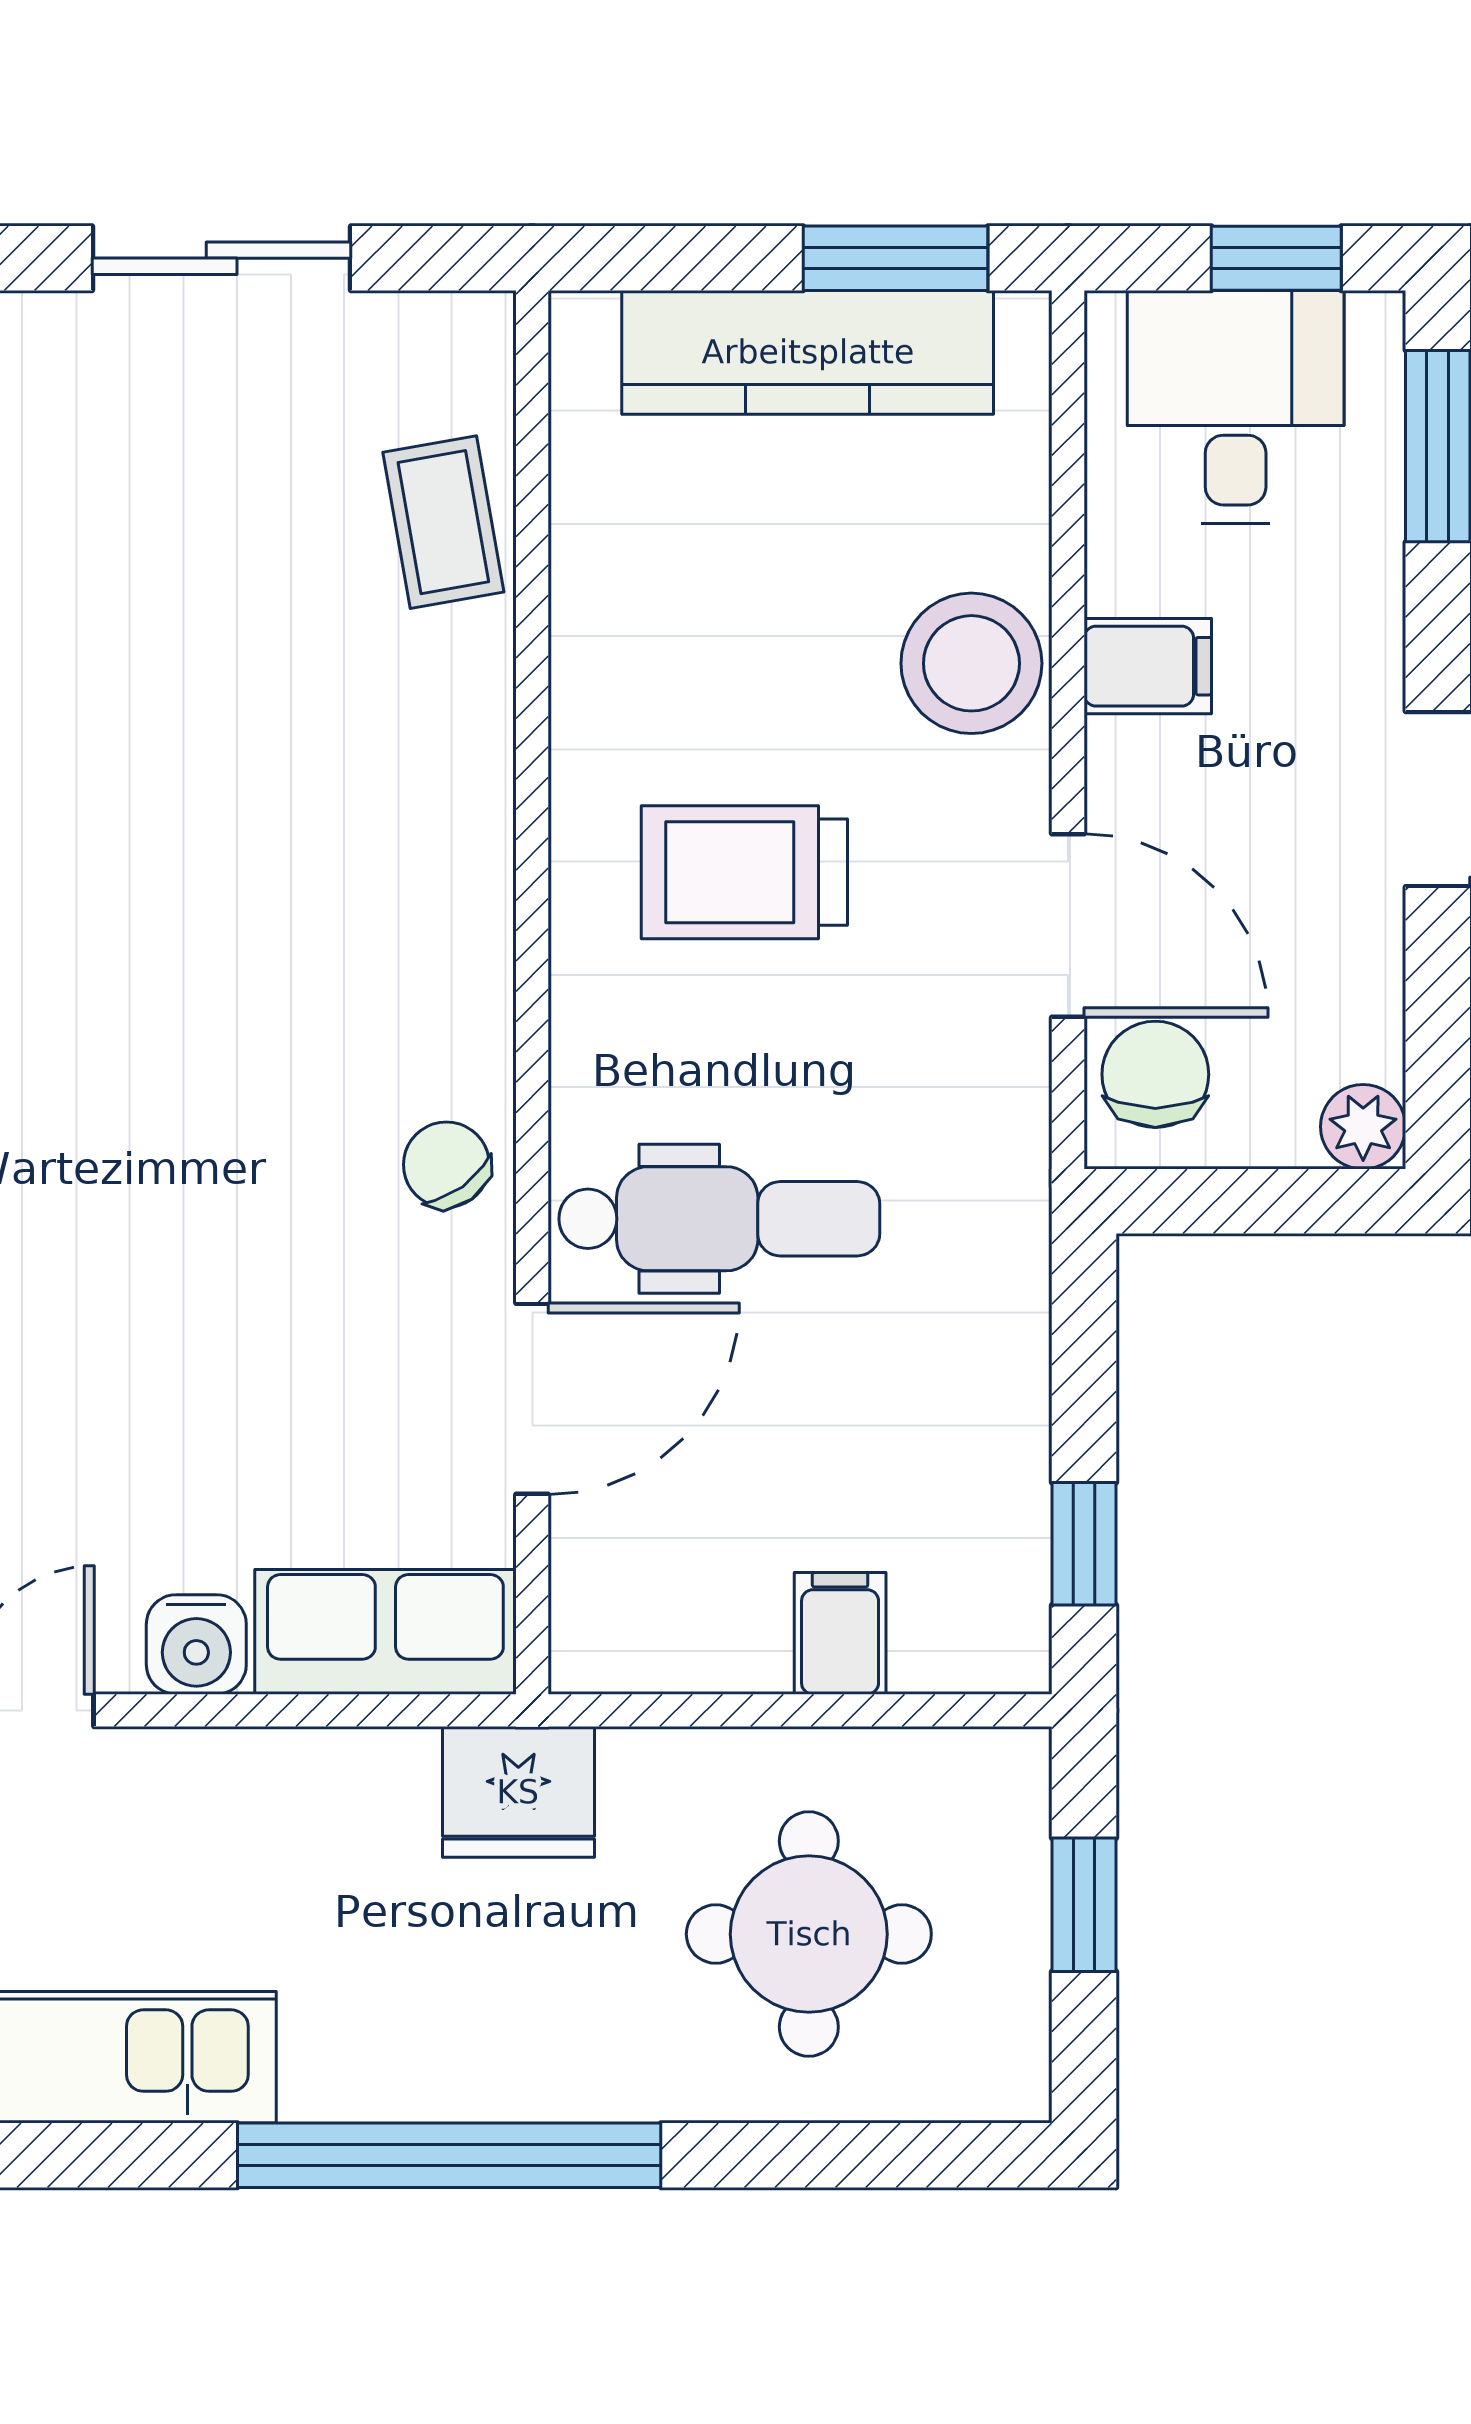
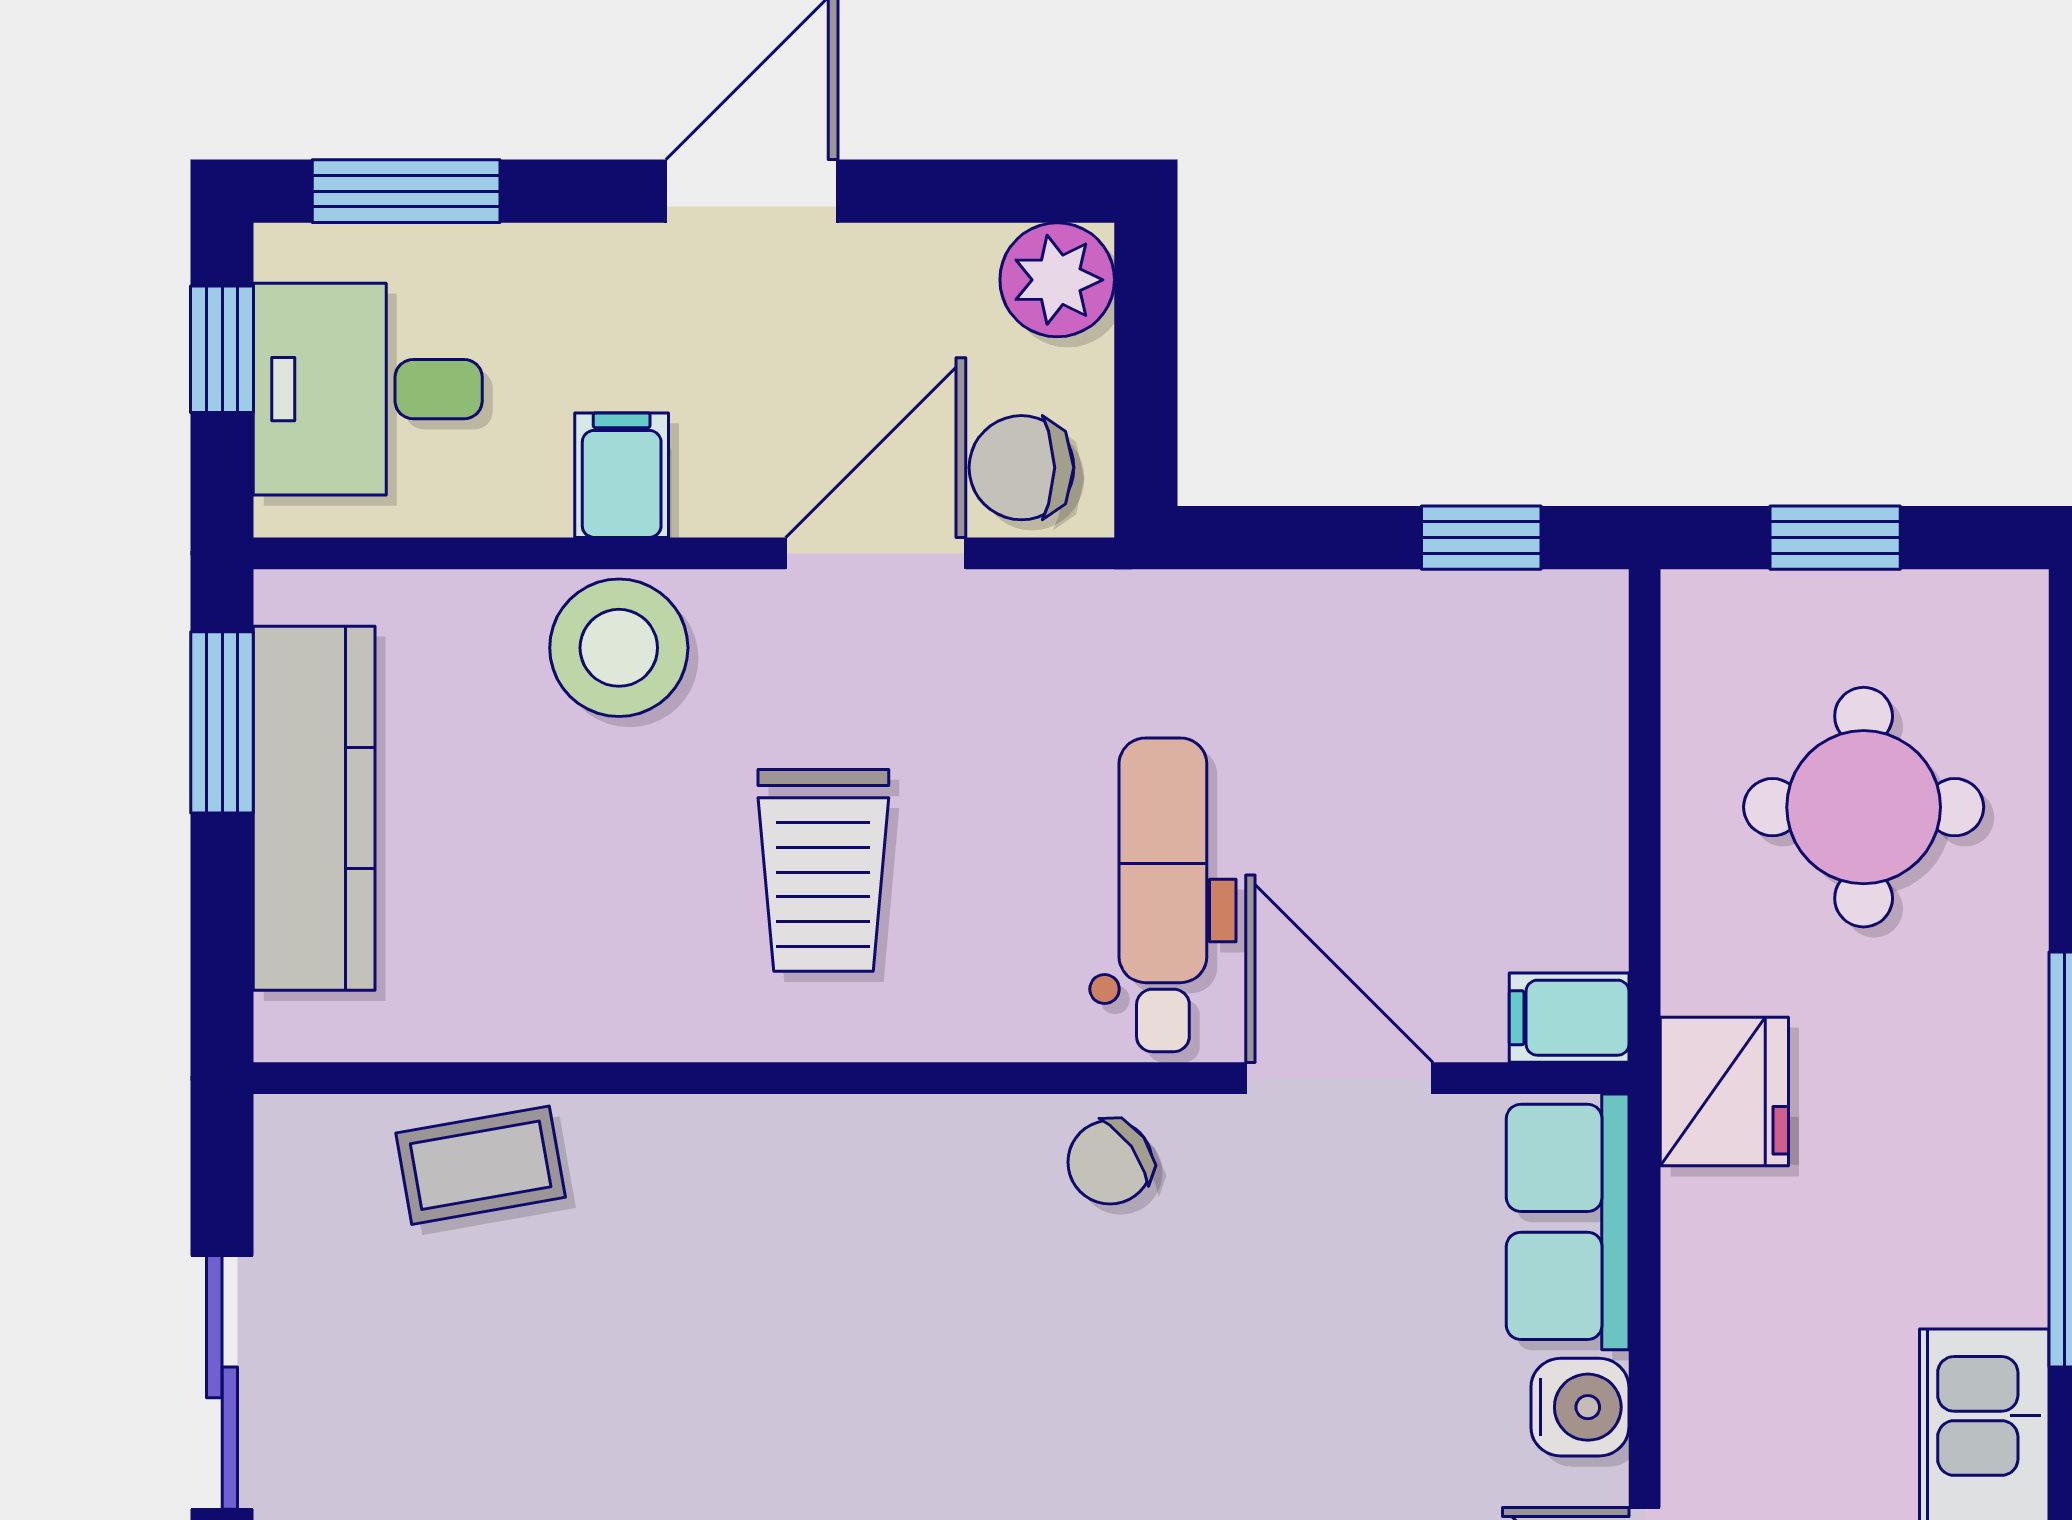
plant: (1363, 1127) -> (1057, 280), width x1.38, depth x1.38
filing cabinet: (840, 1633) -> (1569, 1018), moved

